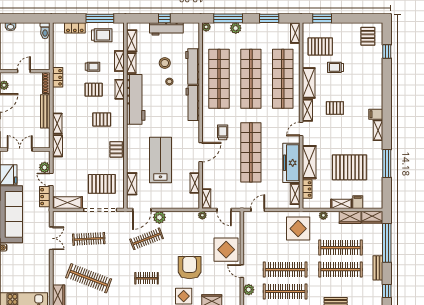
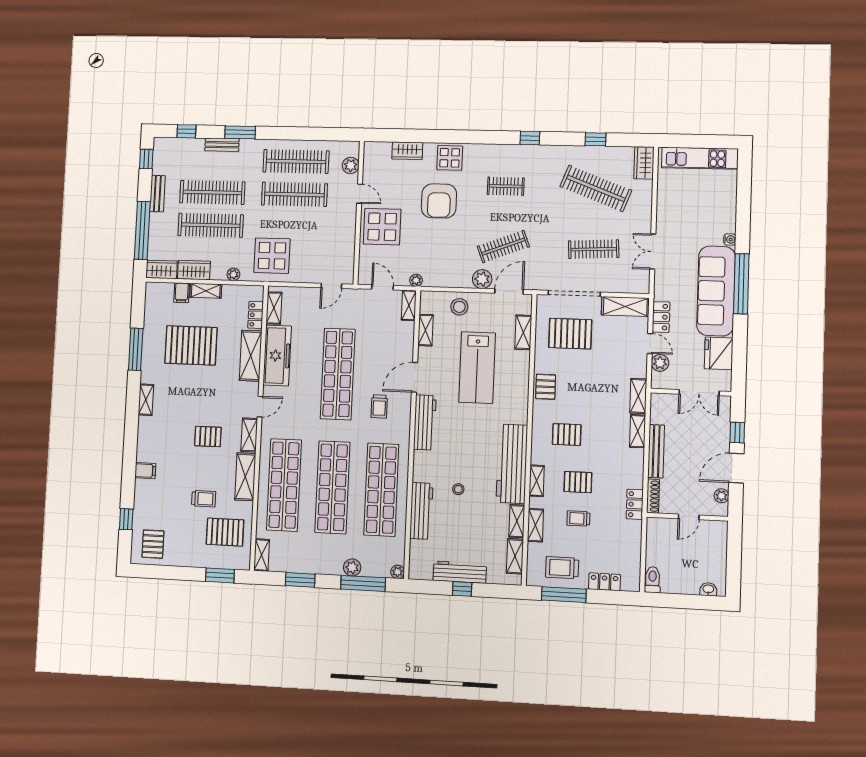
stool: (165, 63) -> (459, 307), moved
workbench: (193, 103) -> (425, 422), moved
filing cabinet: (376, 114) -> (145, 471), moved

